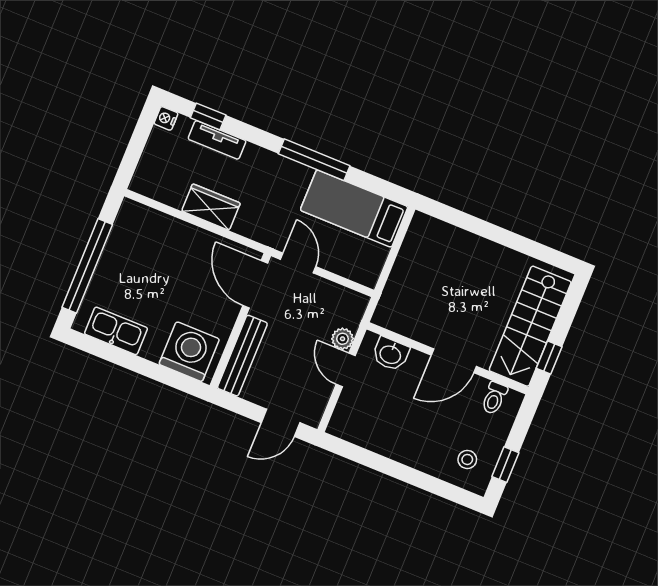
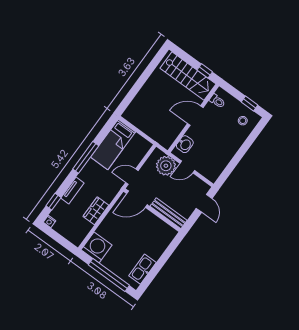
tv unit: (217, 140) -> (72, 190), moved
plant: (343, 339) -> (166, 166), width x1.88, depth x1.88
washing machine: (189, 352) -> (96, 247), moved, turned 90
door: (454, 361) -> (195, 116), swing flipped

